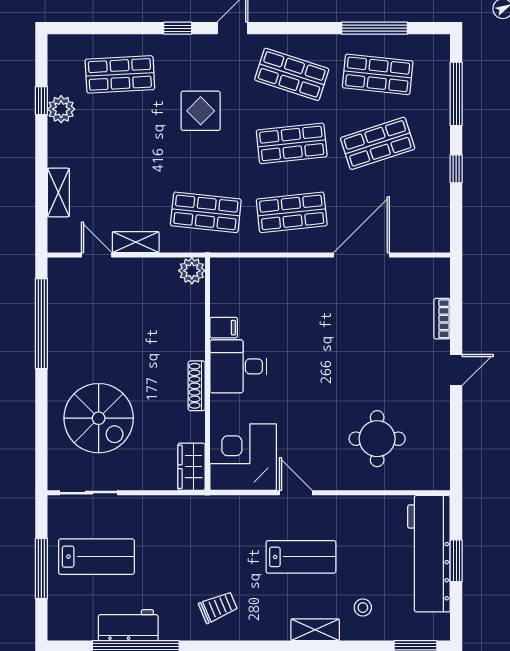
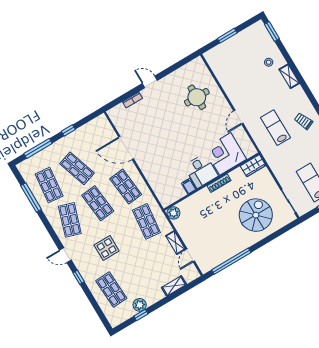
corner desk: (243, 457) -> (225, 154), moved, turned 90
workbench: (429, 554) -> (231, 48), removed
lab bench: (301, 557) -> (275, 128), moved

